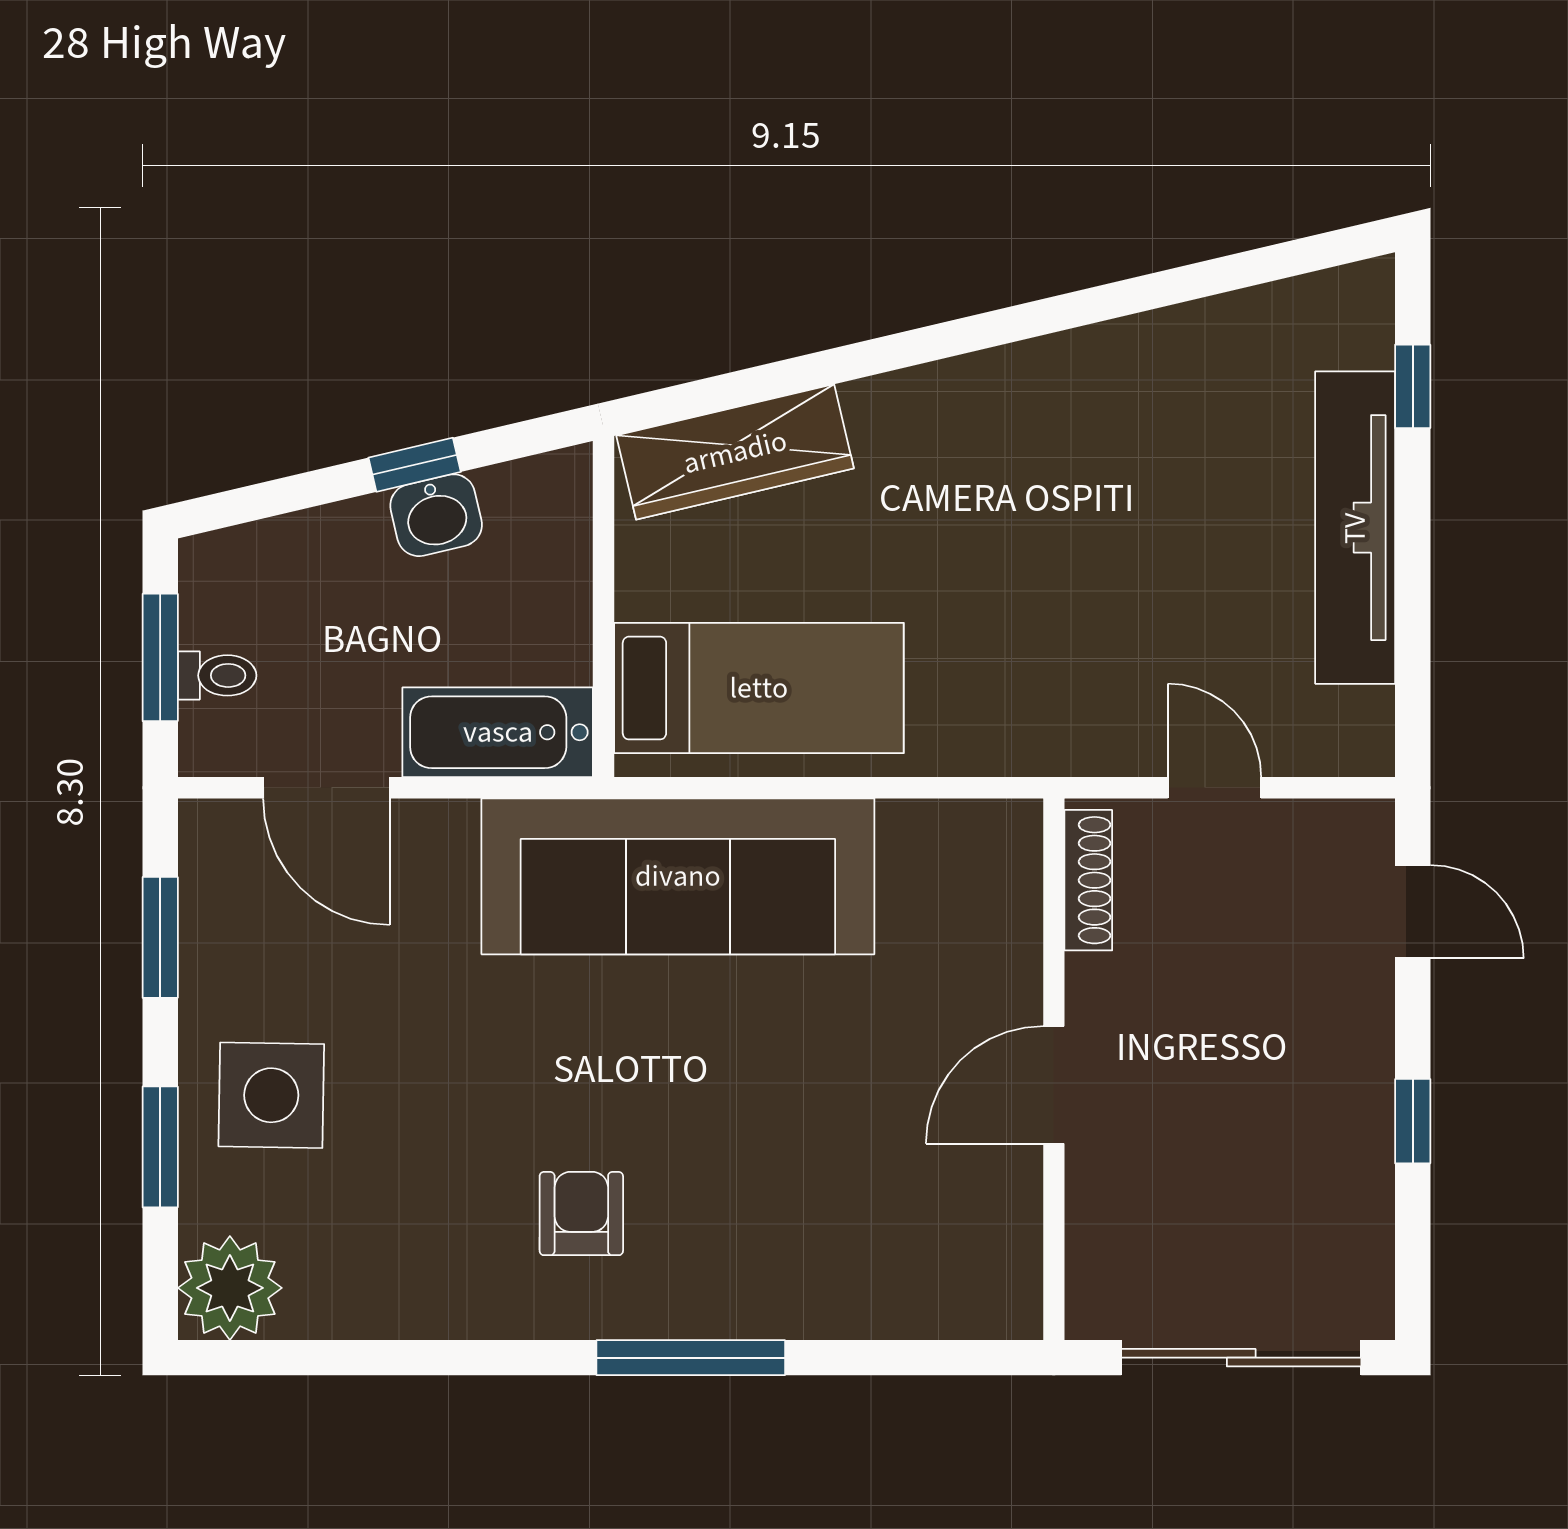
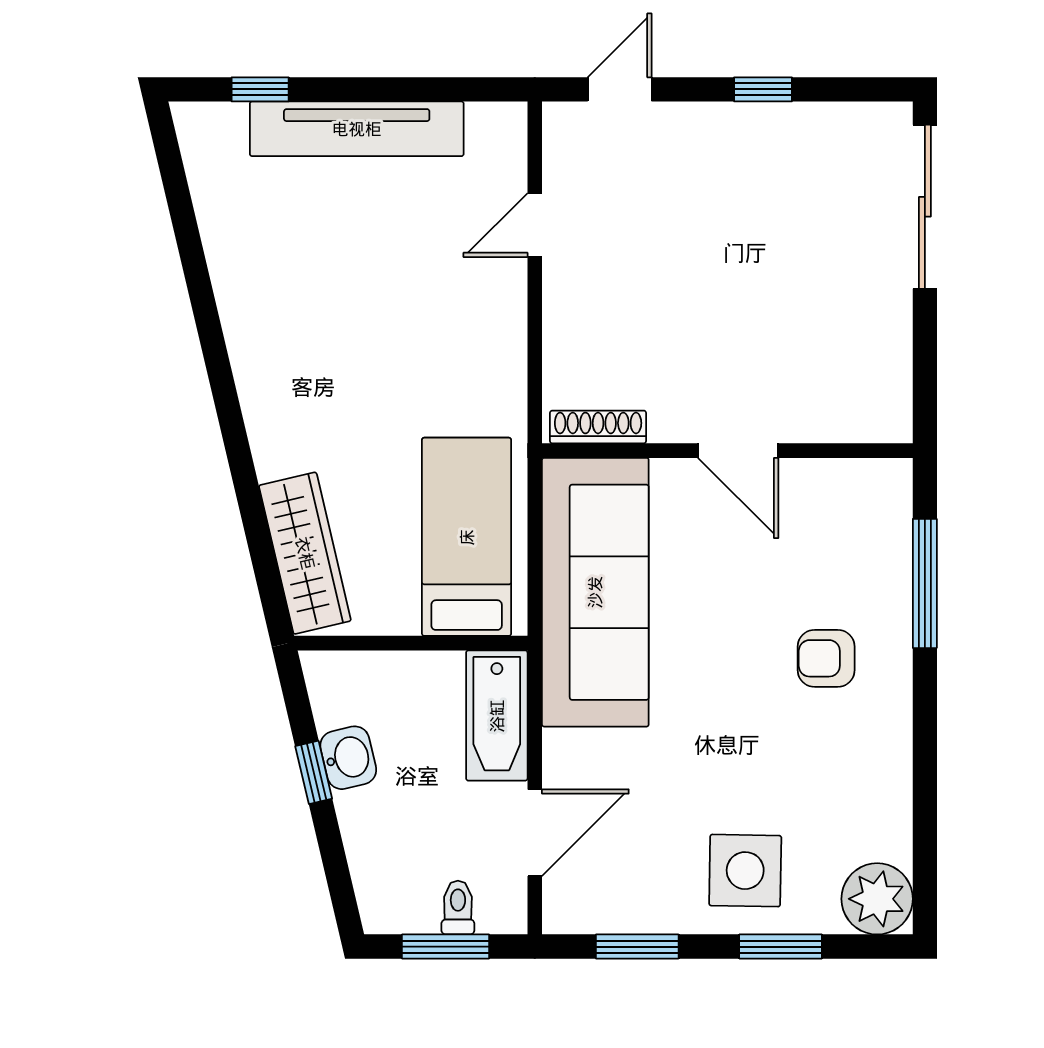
shoe rack: (1088, 880) -> (598, 427), moved
wall: (1054, 1069) -> (727, 451), moved
door: (1054, 1085) -> (738, 451), moved

